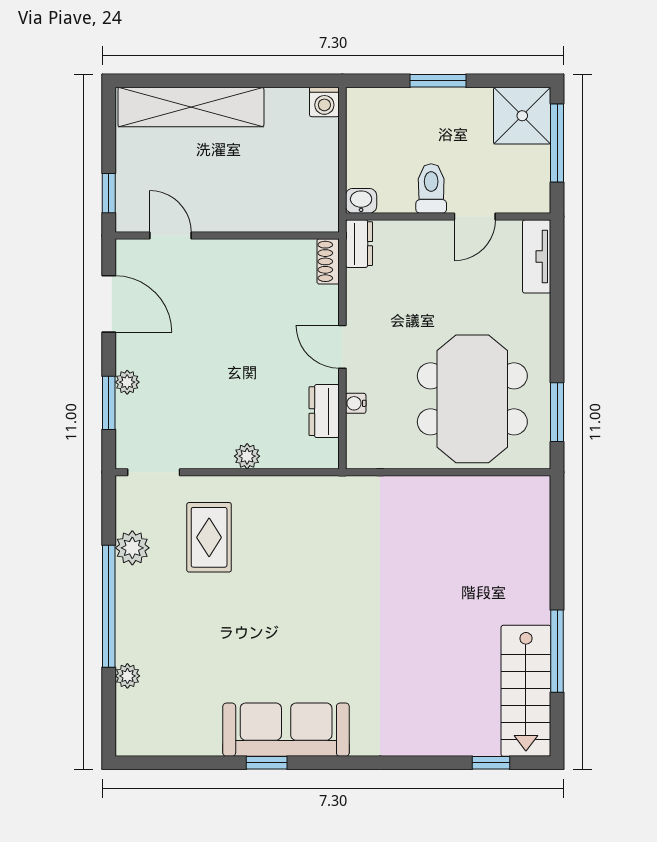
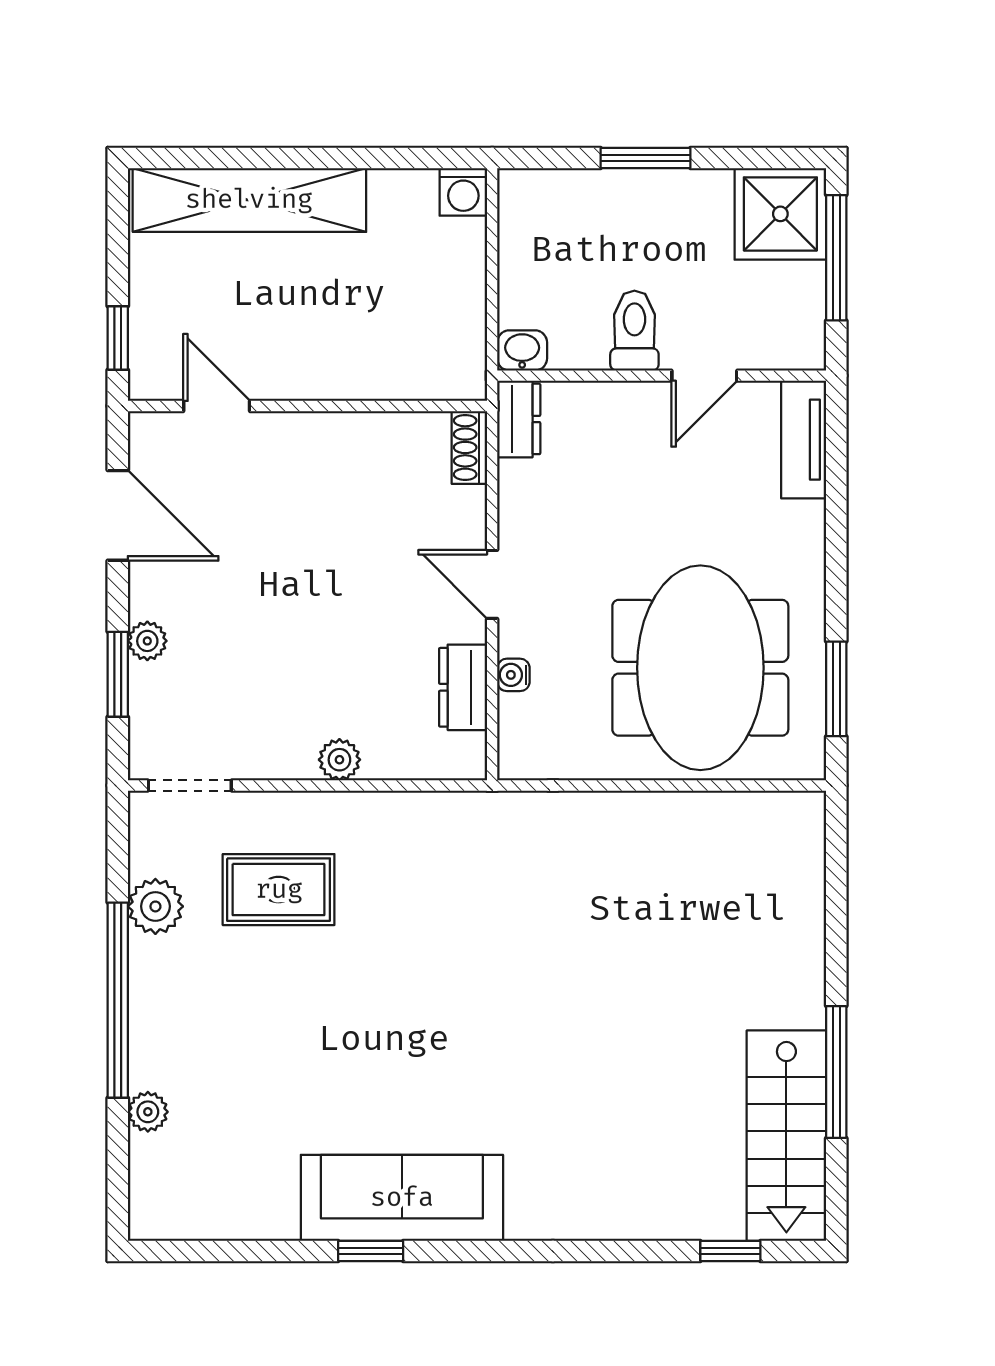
rug: (209, 537) -> (279, 890), turned 90

